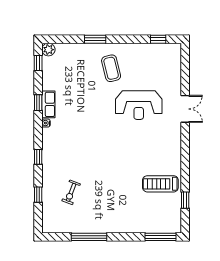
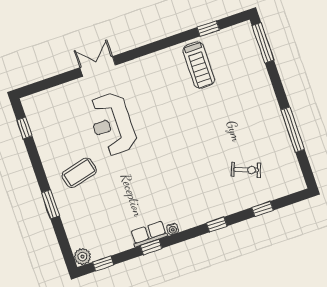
reception desk: (139, 105) -> (112, 124), turned 180

